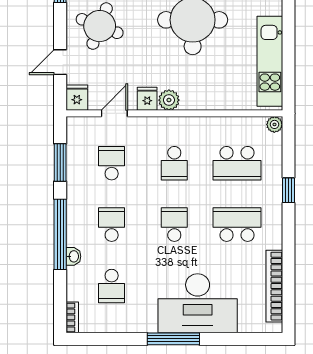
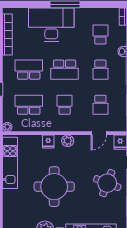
fridge: (147, 99) -> (48, 142), moved
school desk: (174, 225) -> (65, 70), width x1.85
school desk: (237, 225) -> (29, 70), turned 180

